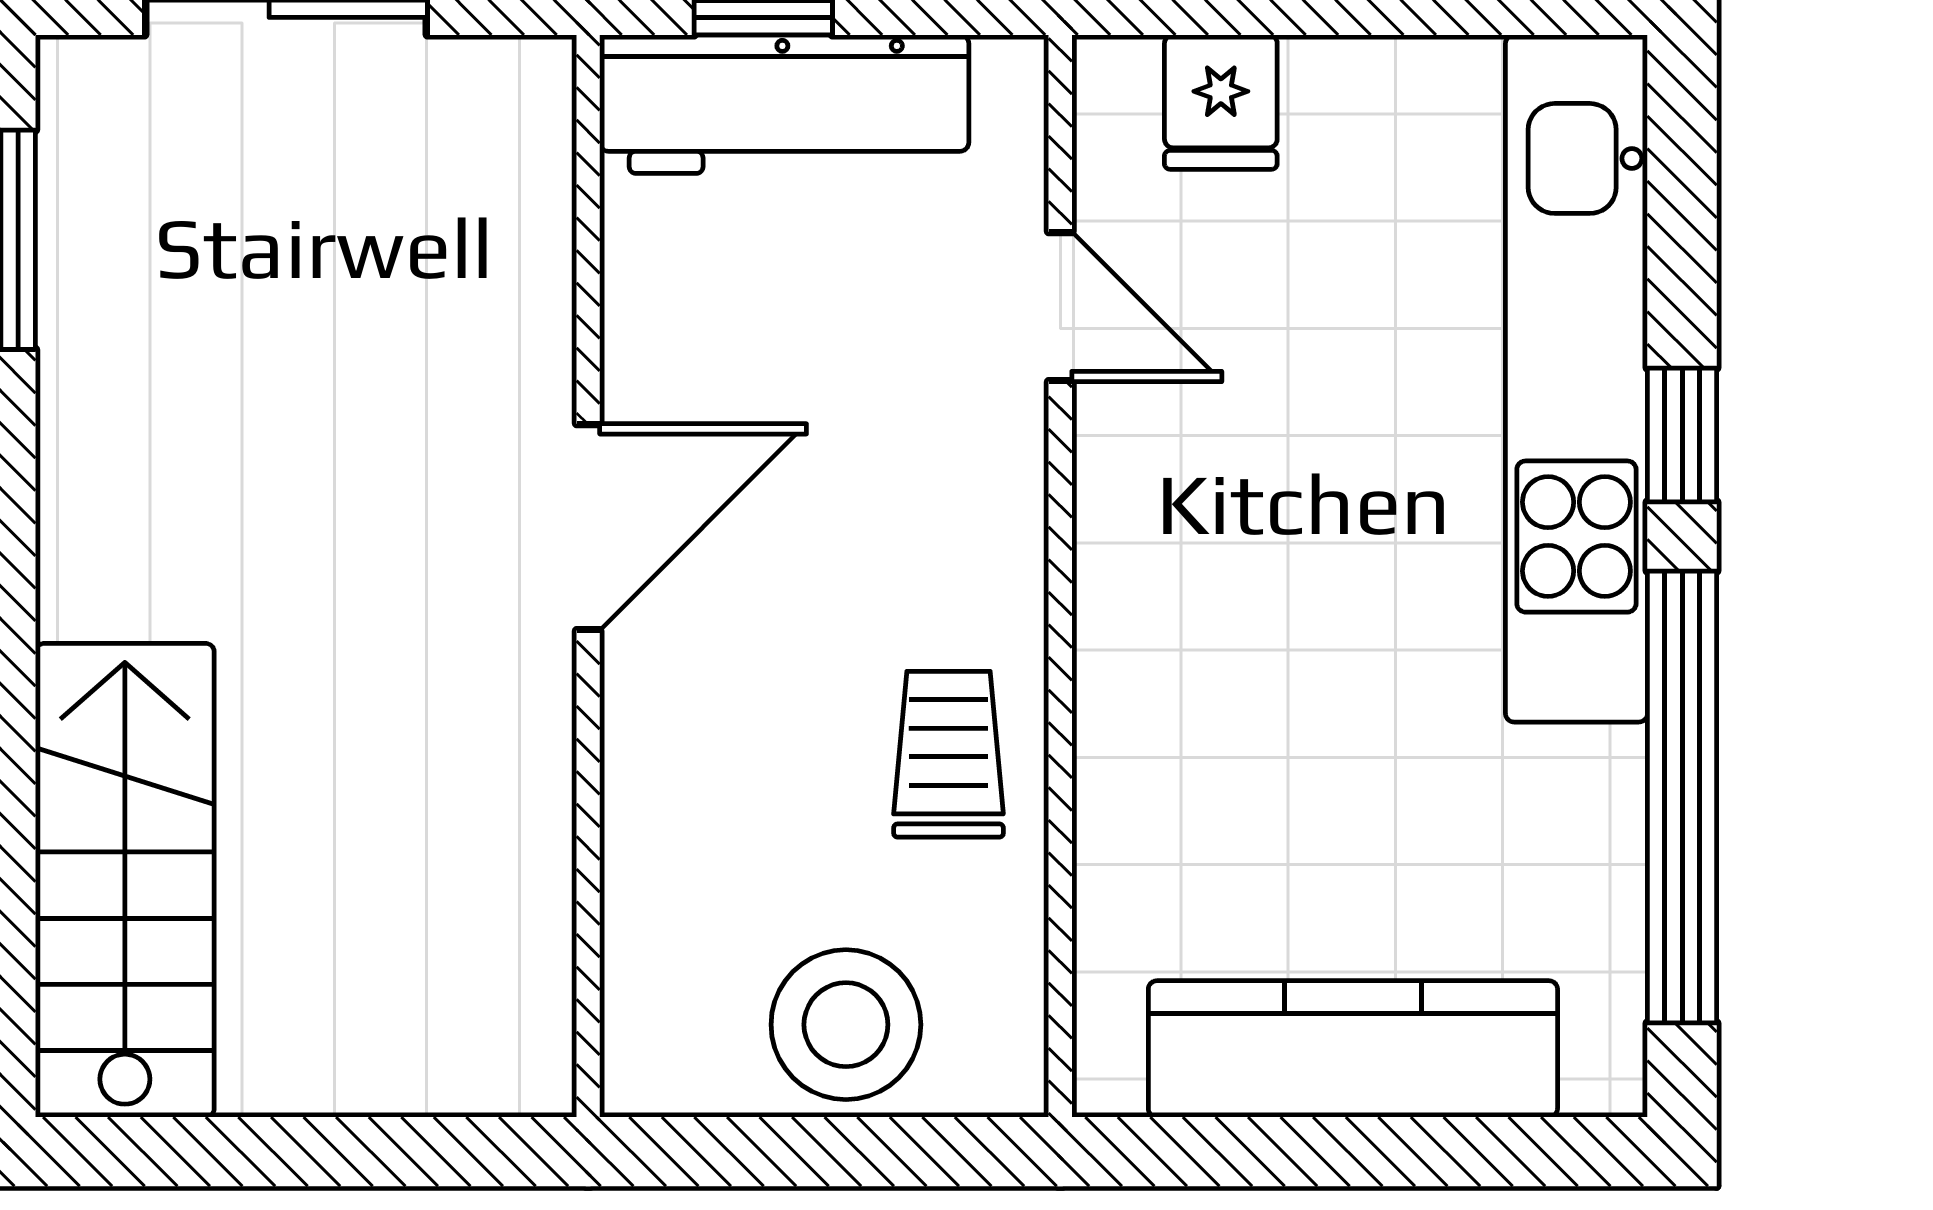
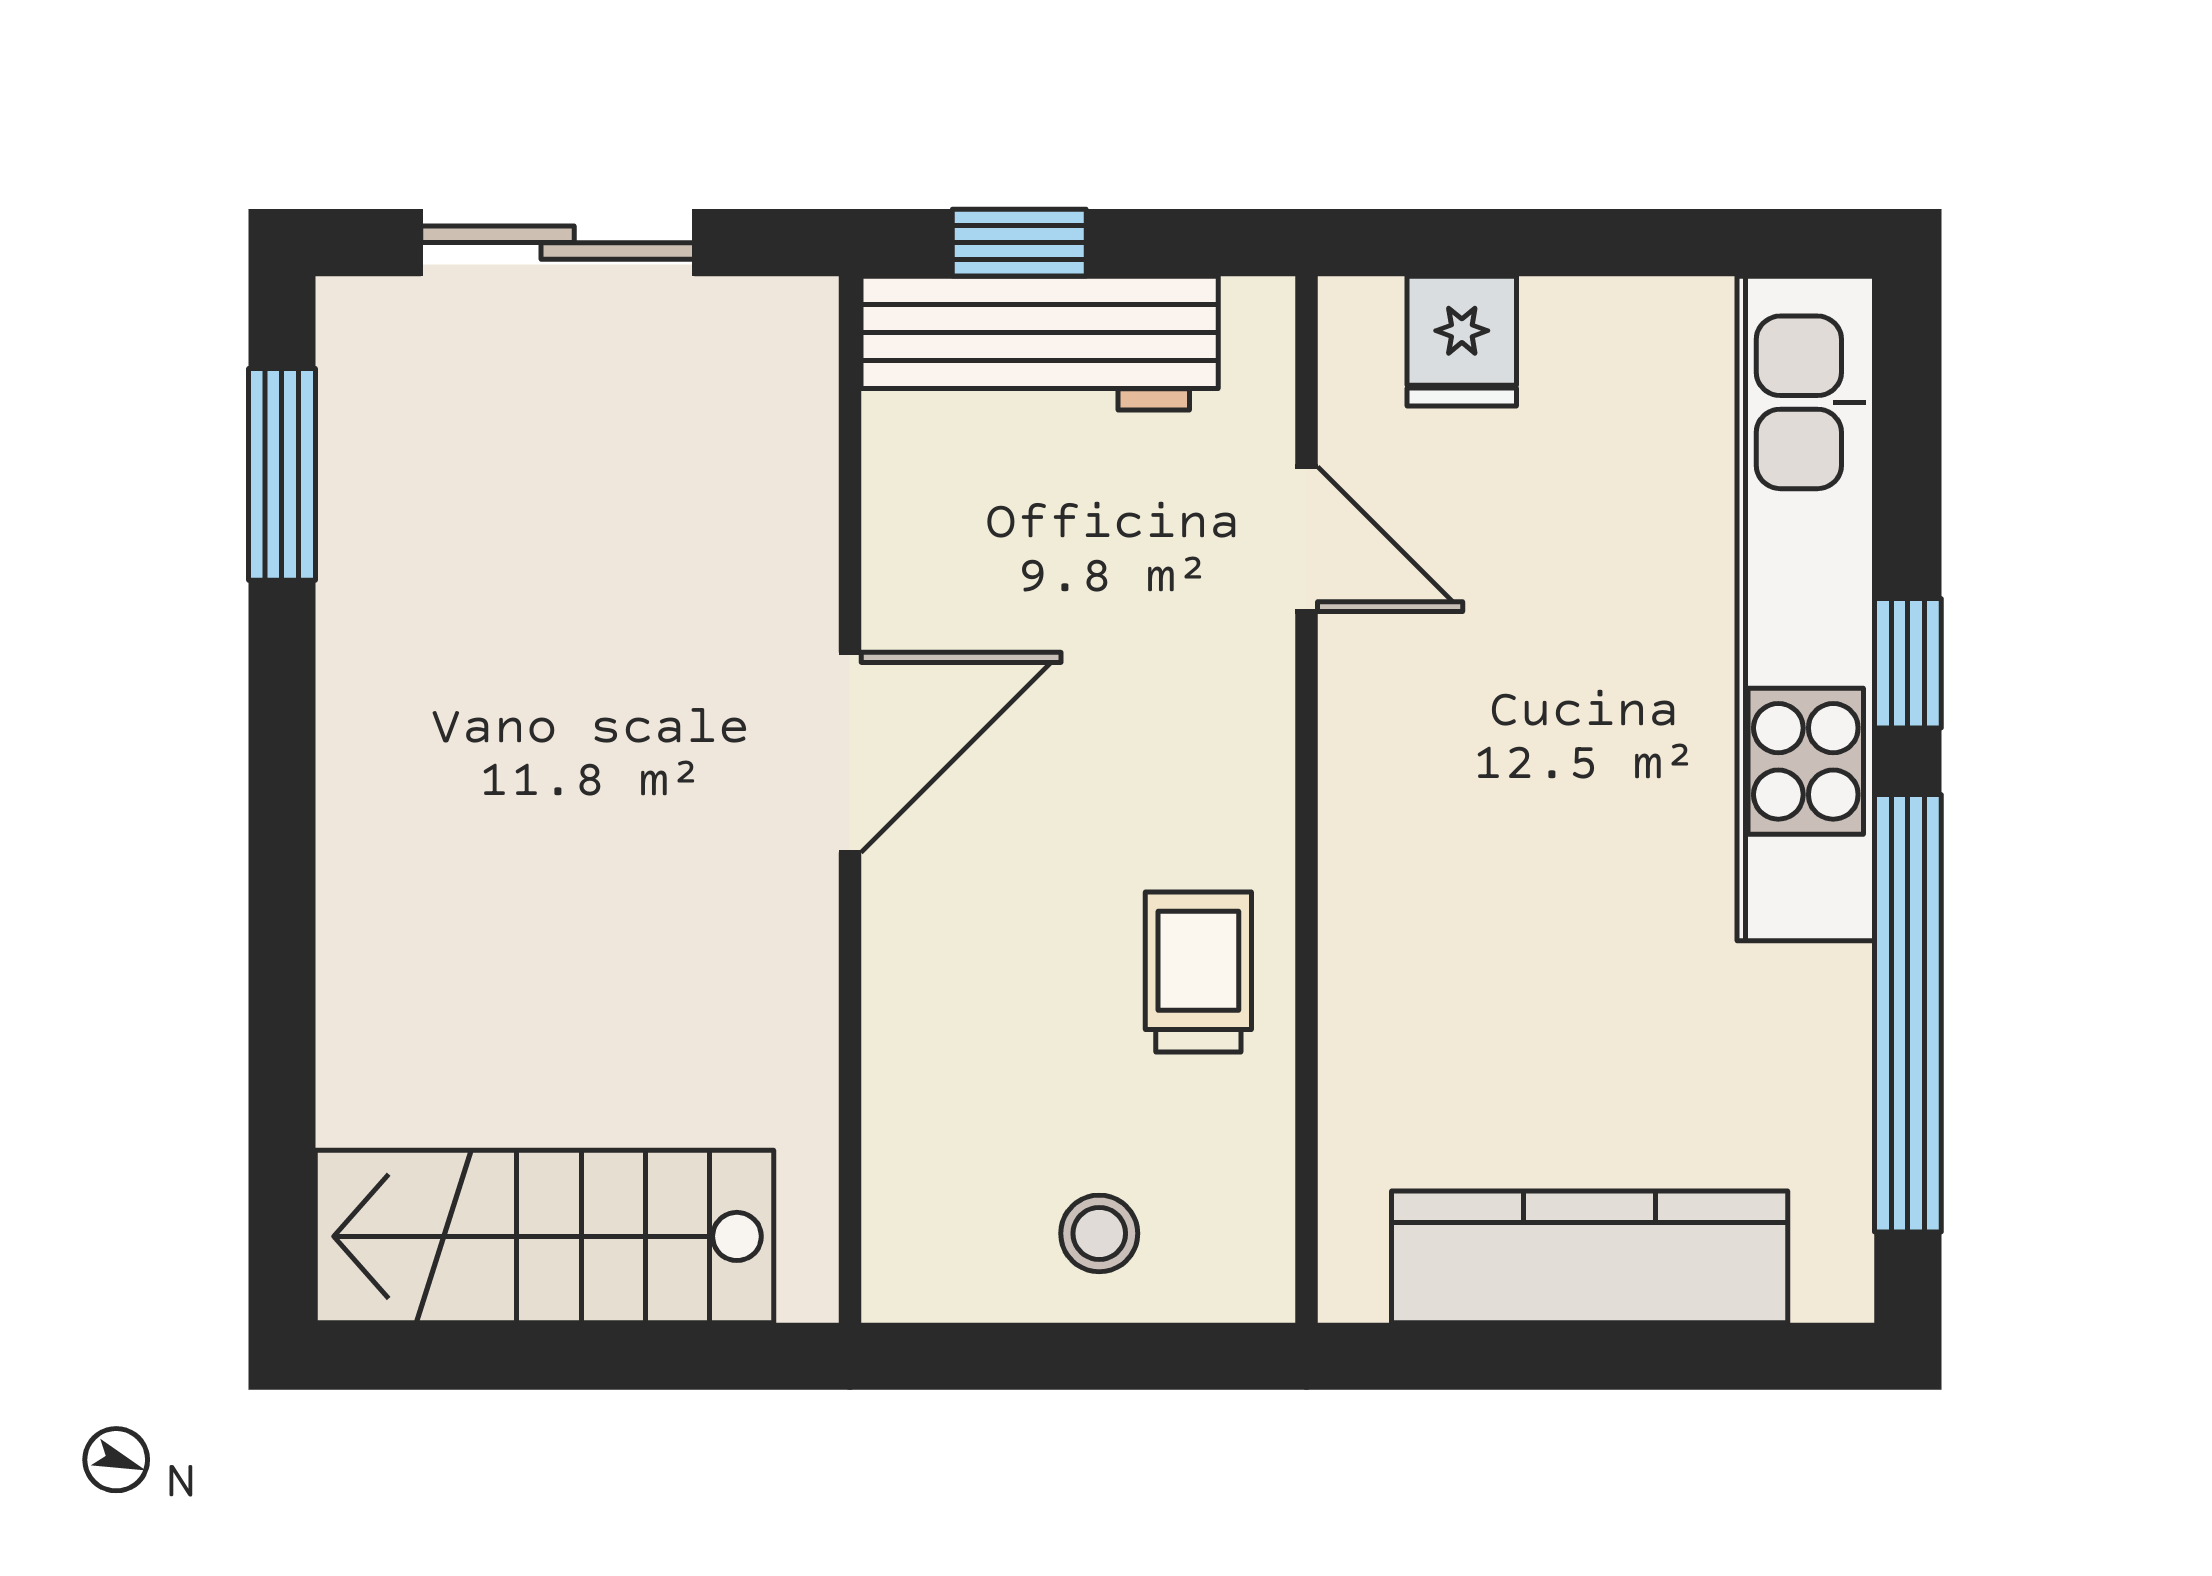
stairs: (125, 880) -> (544, 1236), moved, turned -90
stool: (846, 1025) -> (1099, 1233), width x0.53, depth x0.53

